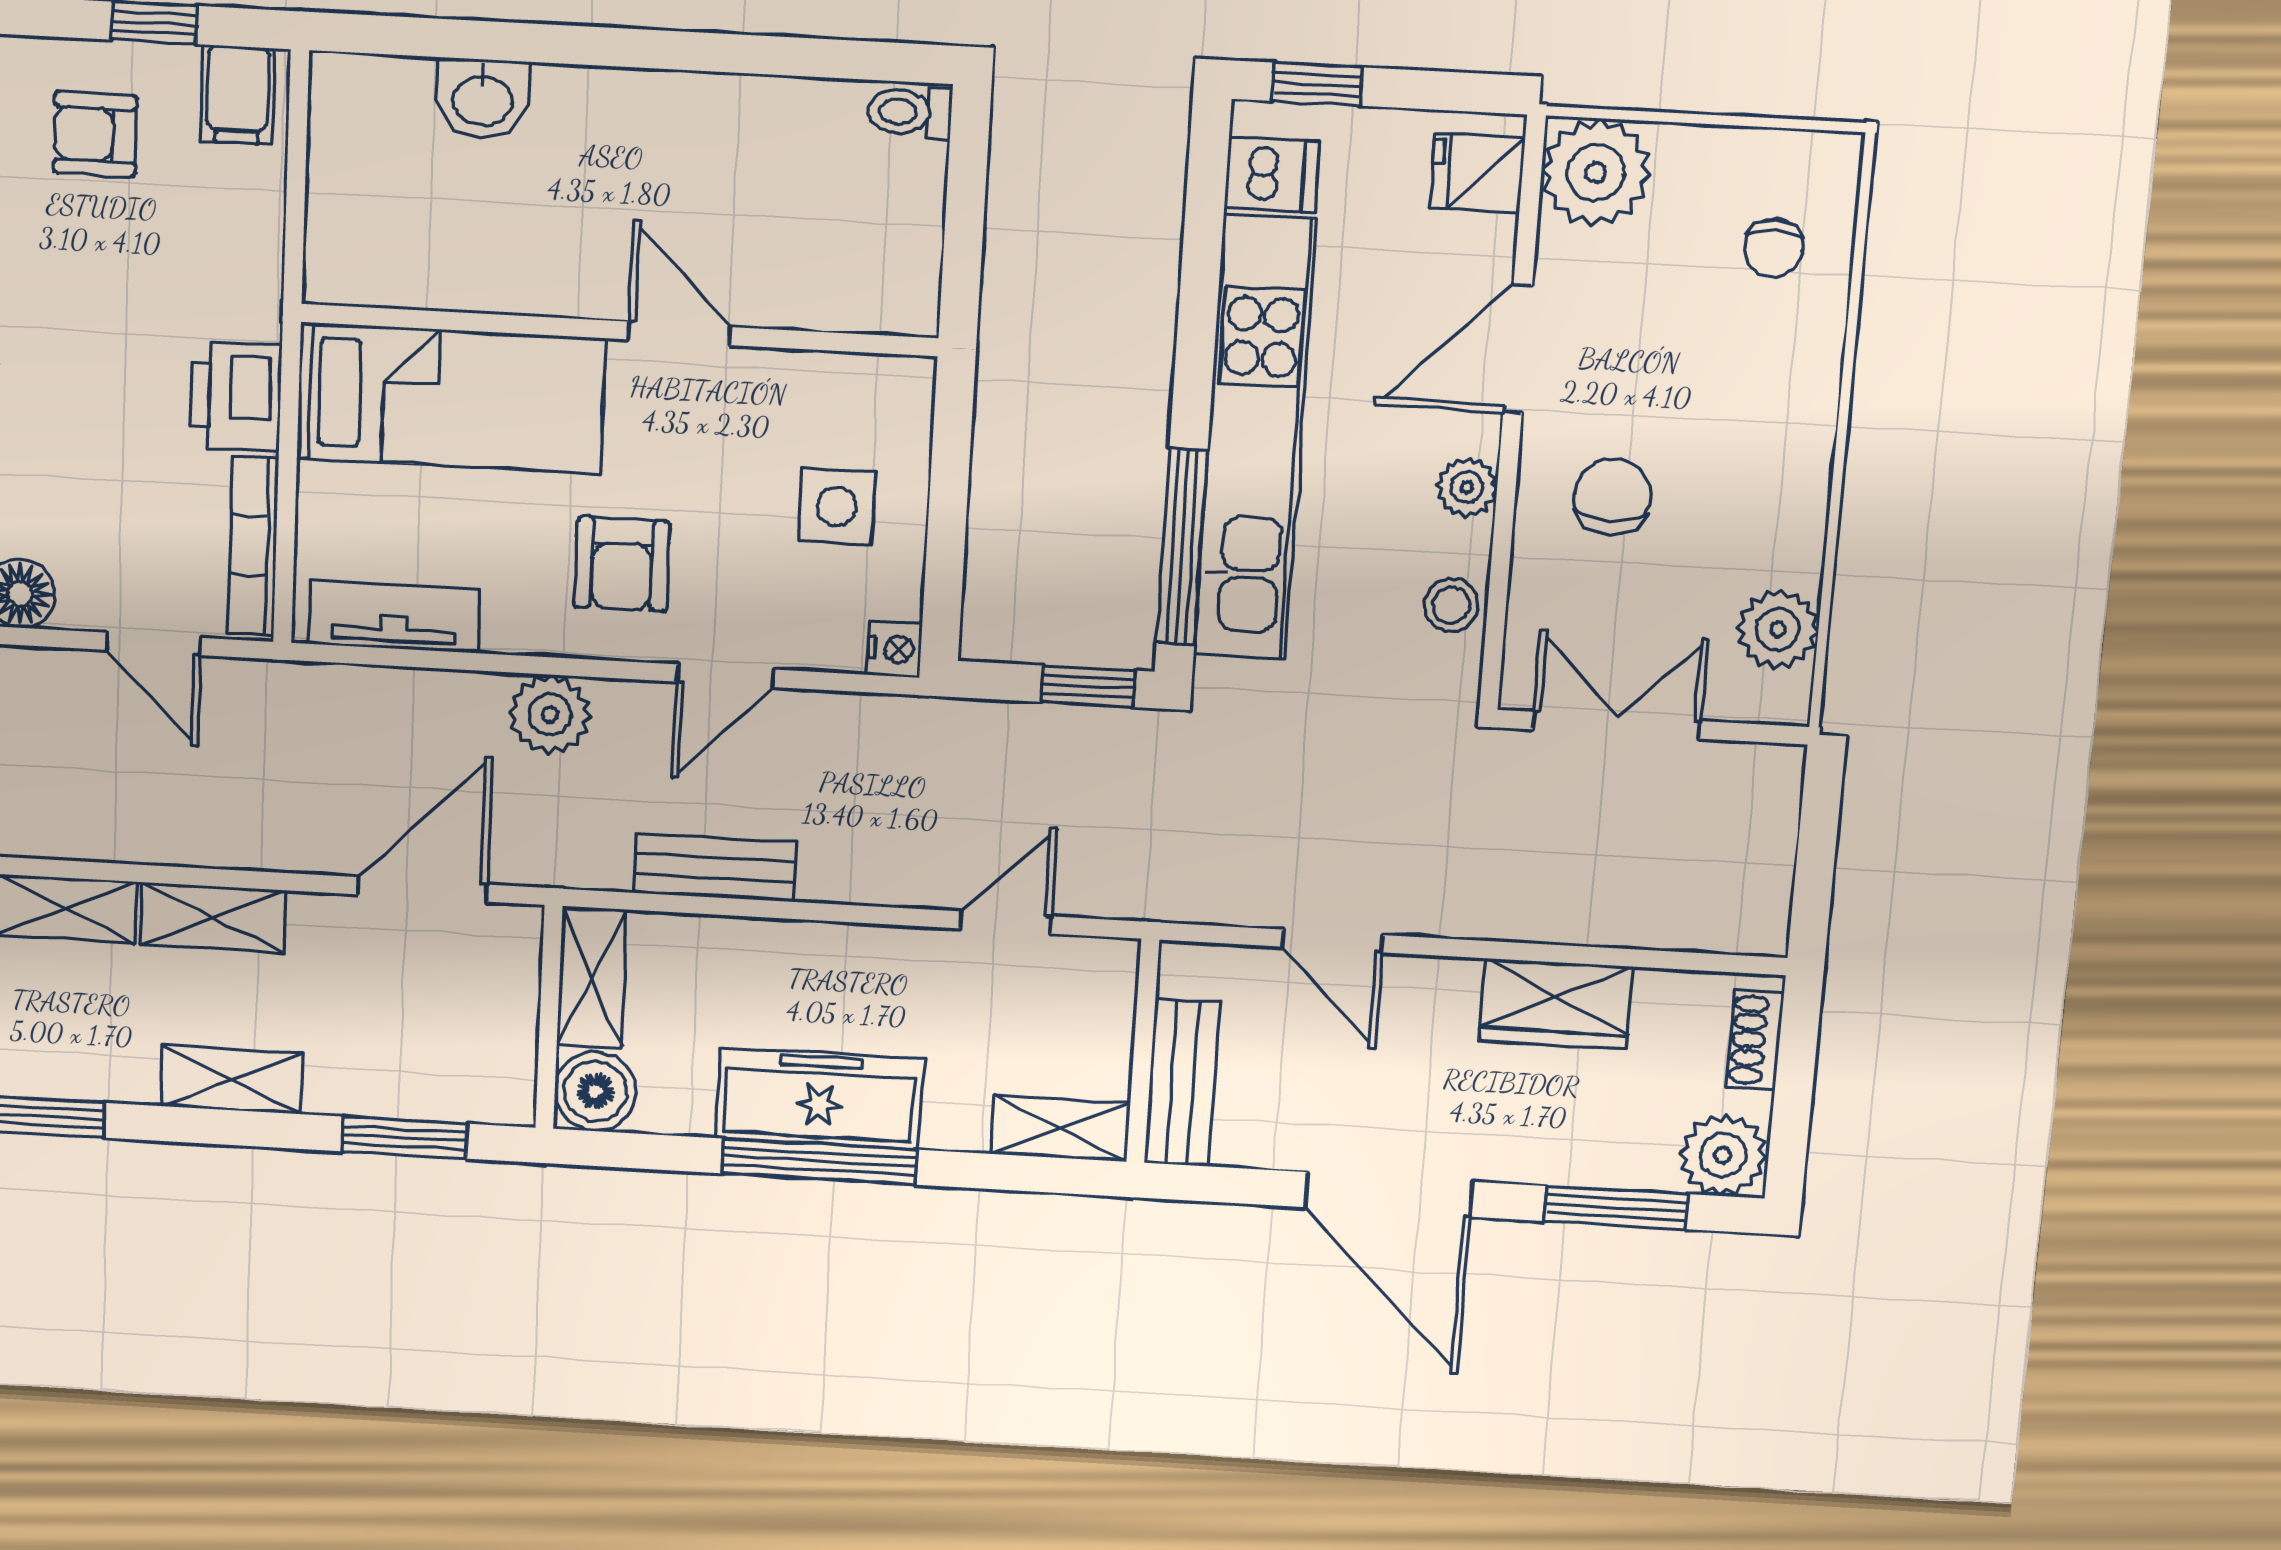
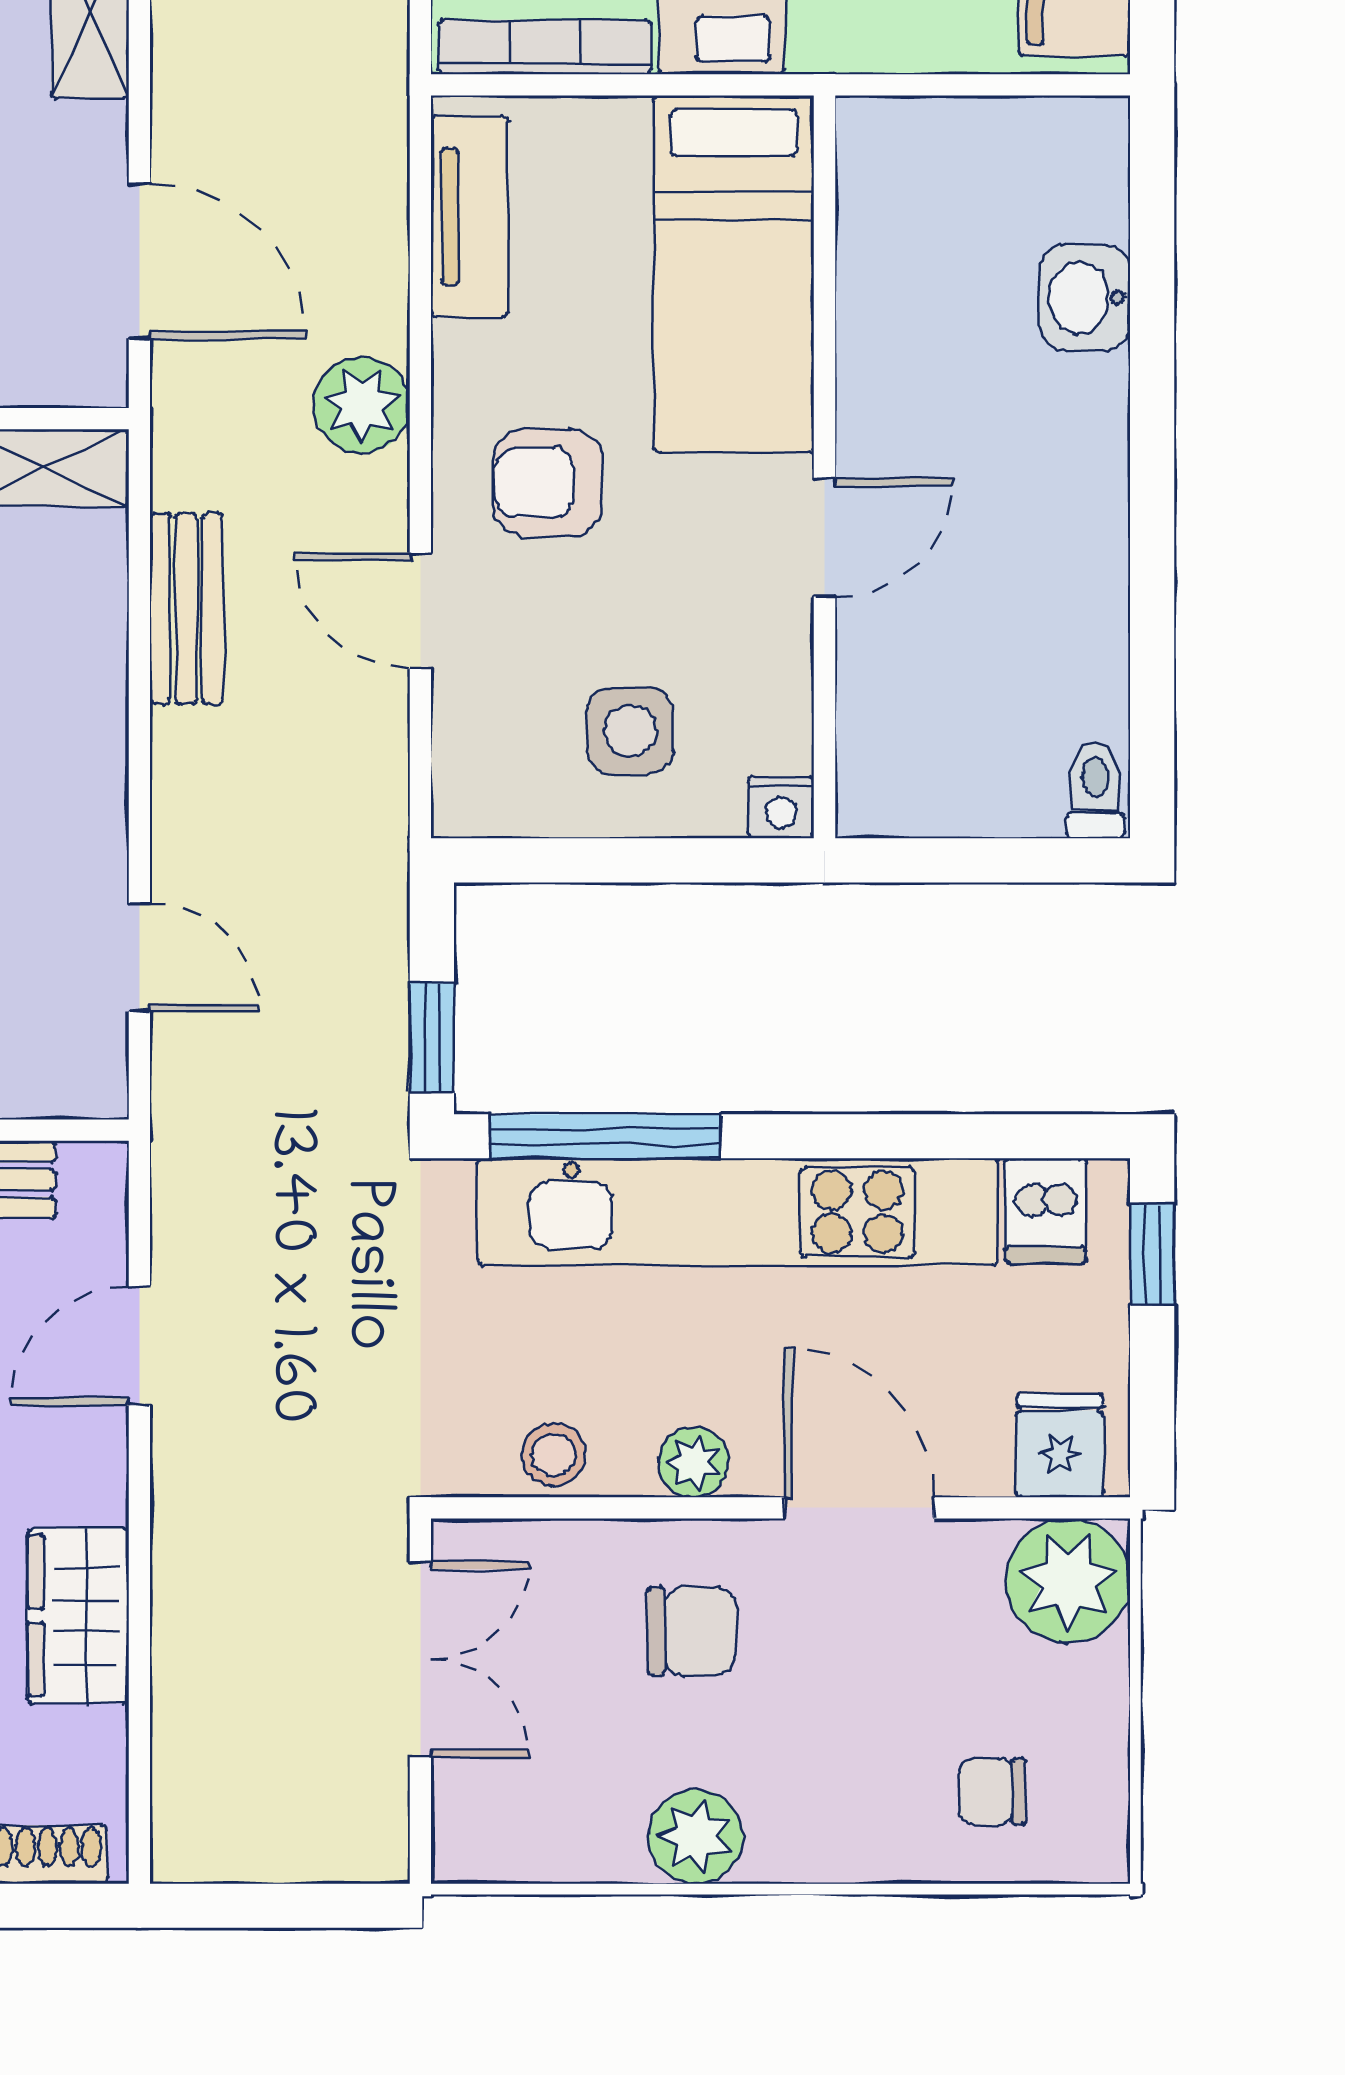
plant: (1778, 629) -> (696, 1836), moved
nightstand: (895, 649) -> (781, 807), moved

